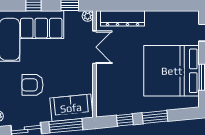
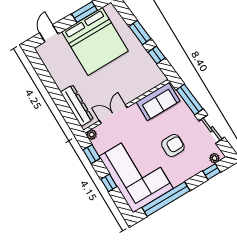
armchair: (33, 85) -> (173, 145), turned -90
sofa: (71, 108) -> (158, 102), moved, turned -84

